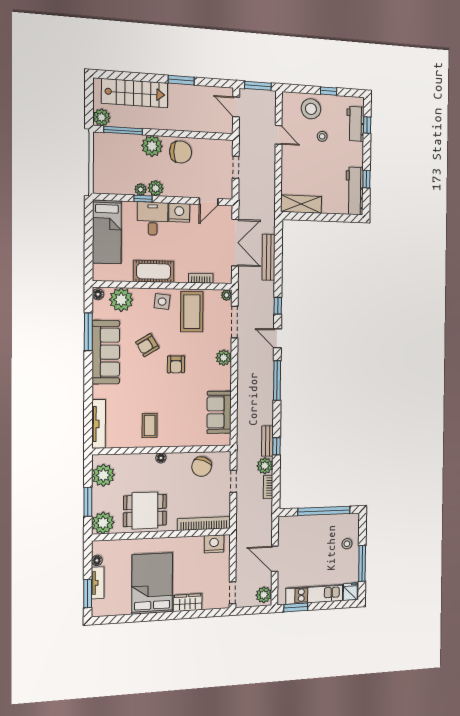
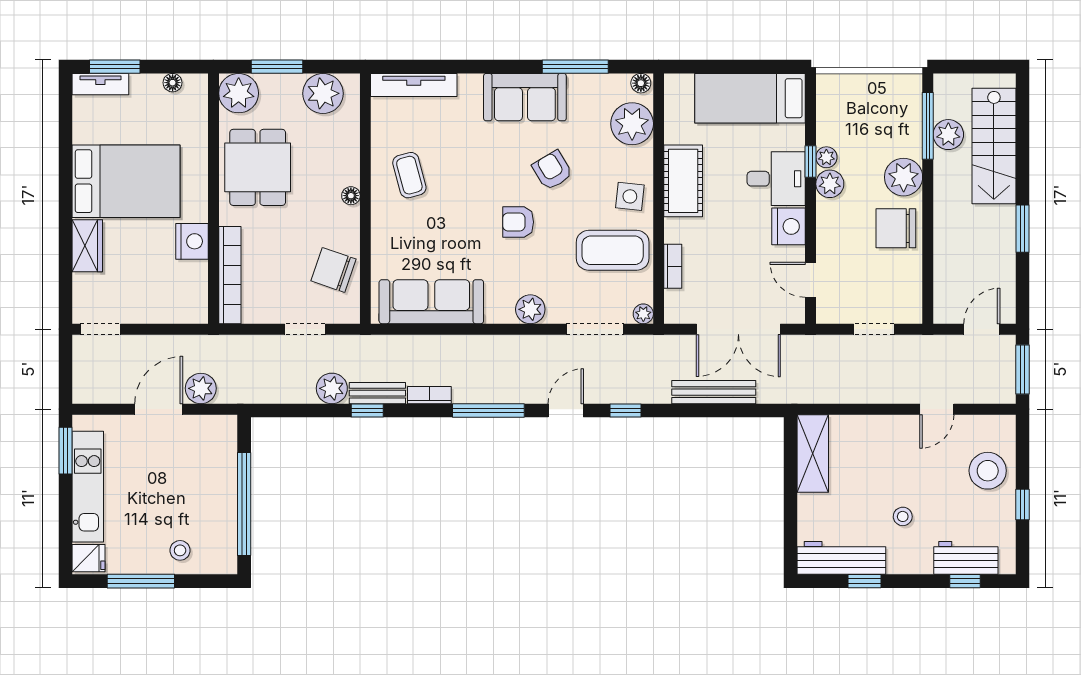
plant: (102, 117) -> (948, 135), moved
stool: (322, 136) -> (903, 516), moved
chair: (181, 152) -> (896, 228), turned 90
sofa: (106, 352) -> (525, 97), width x0.73
sofa: (219, 412) -> (431, 302), width x1.36
coffee table: (150, 426) -> (409, 175), turned 75
bookcase: (268, 487) -> (429, 395), moved
nightstand: (214, 544) -> (192, 241), moved
tv unit: (98, 583) -> (100, 84), moved
plant: (264, 595) -> (201, 388), moved

